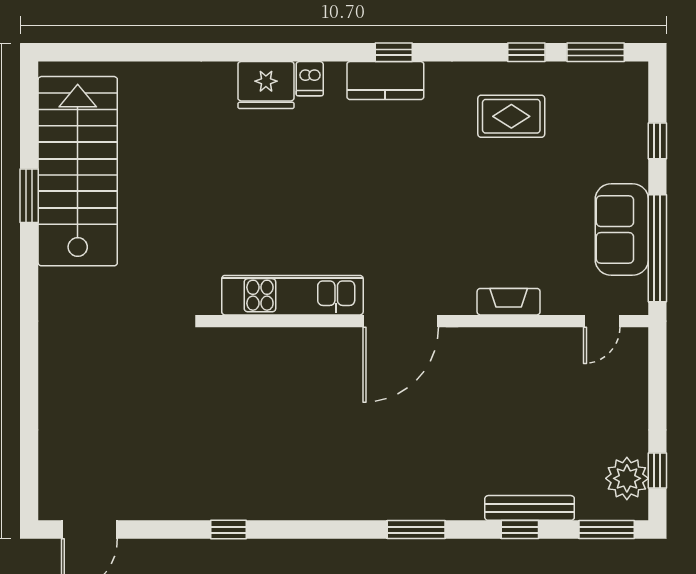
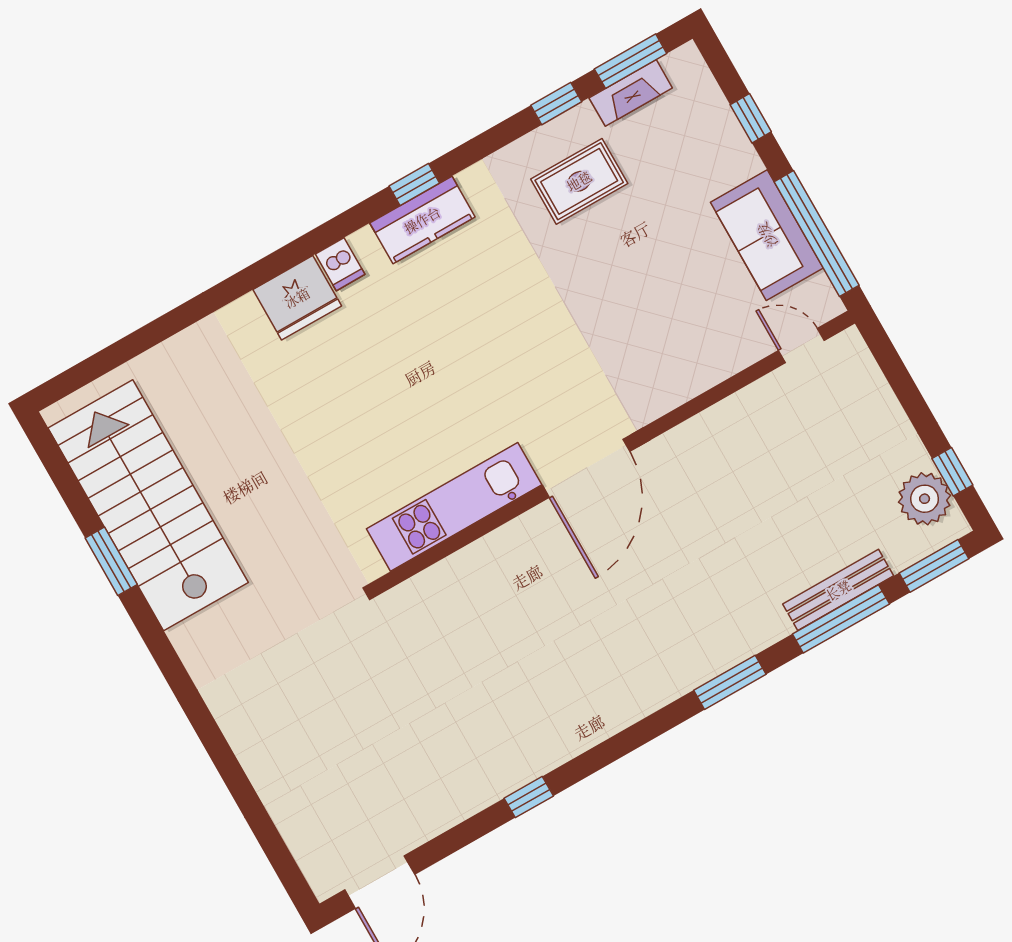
fireplace: (509, 302) -> (631, 93), moved, turned 180
door: (602, 321) -> (801, 346), swing flipped
window: (520, 530) -> (841, 619), width x2.17

